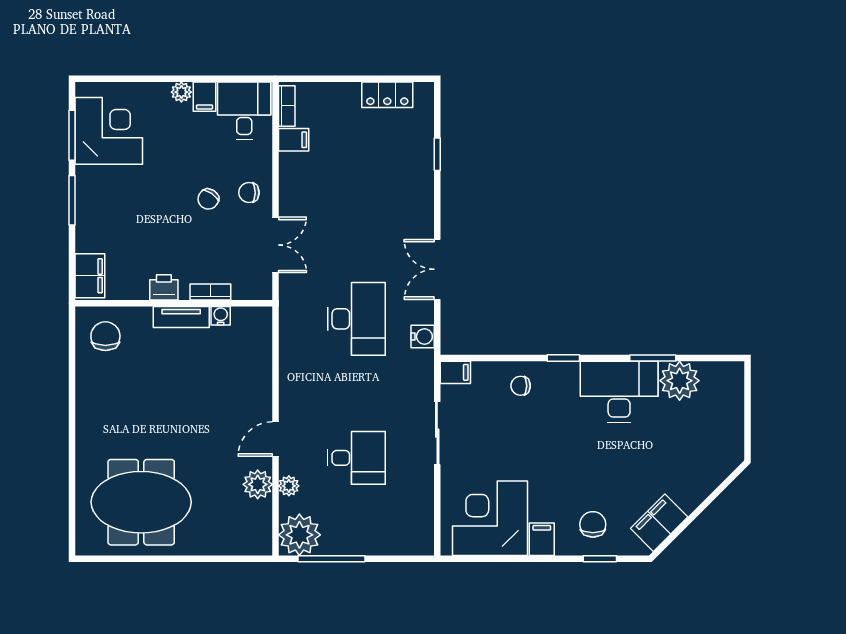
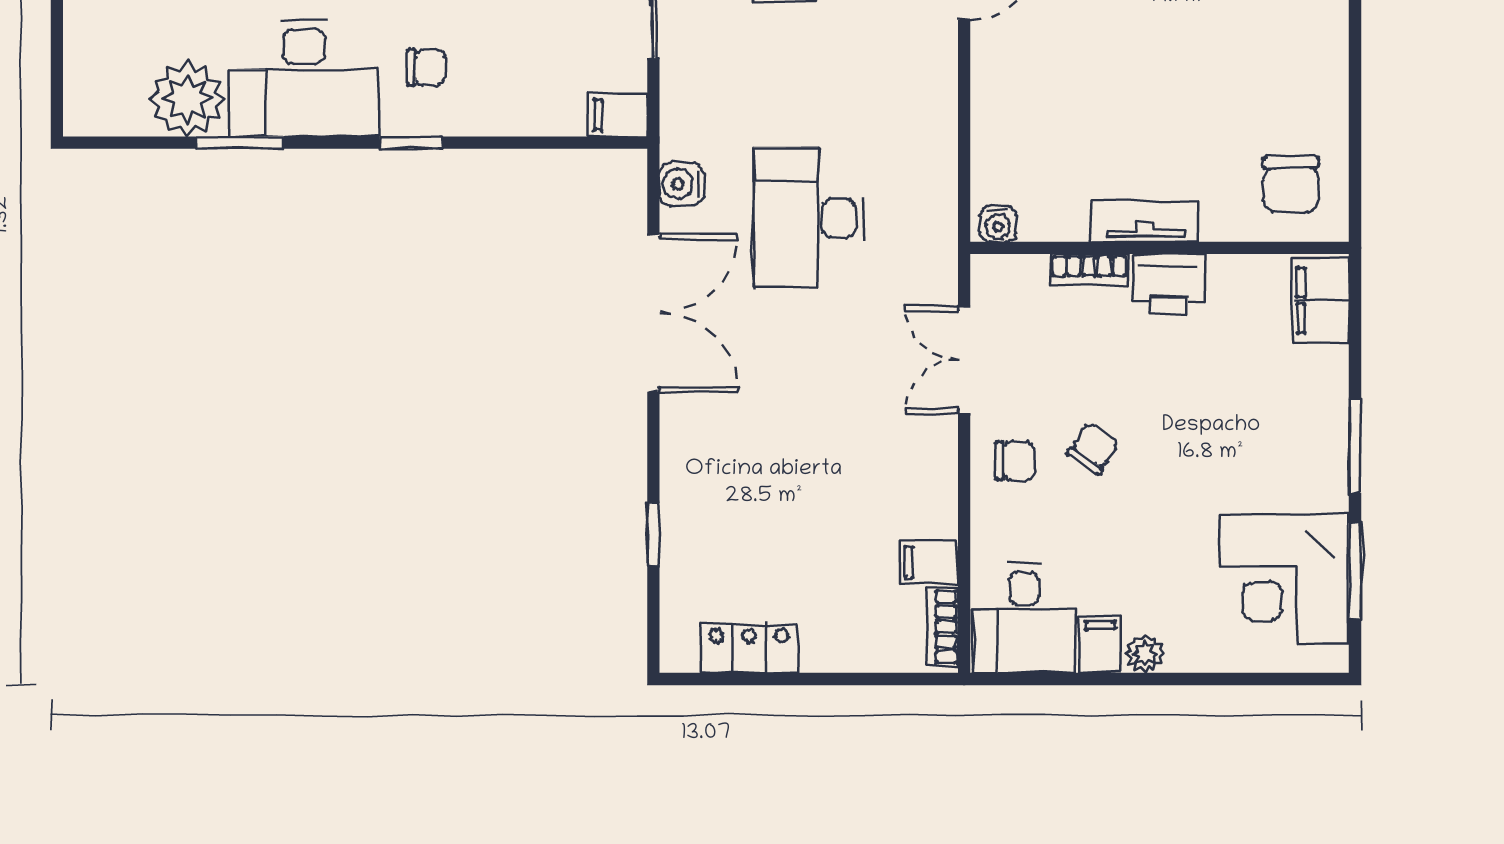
double door: (437, 269) -> (653, 313), width x1.37
printer: (164, 287) -> (1169, 284), width x1.36, depth x1.24
water cooler: (221, 316) -> (998, 224), moved
chair: (521, 386) -> (426, 68), moved

